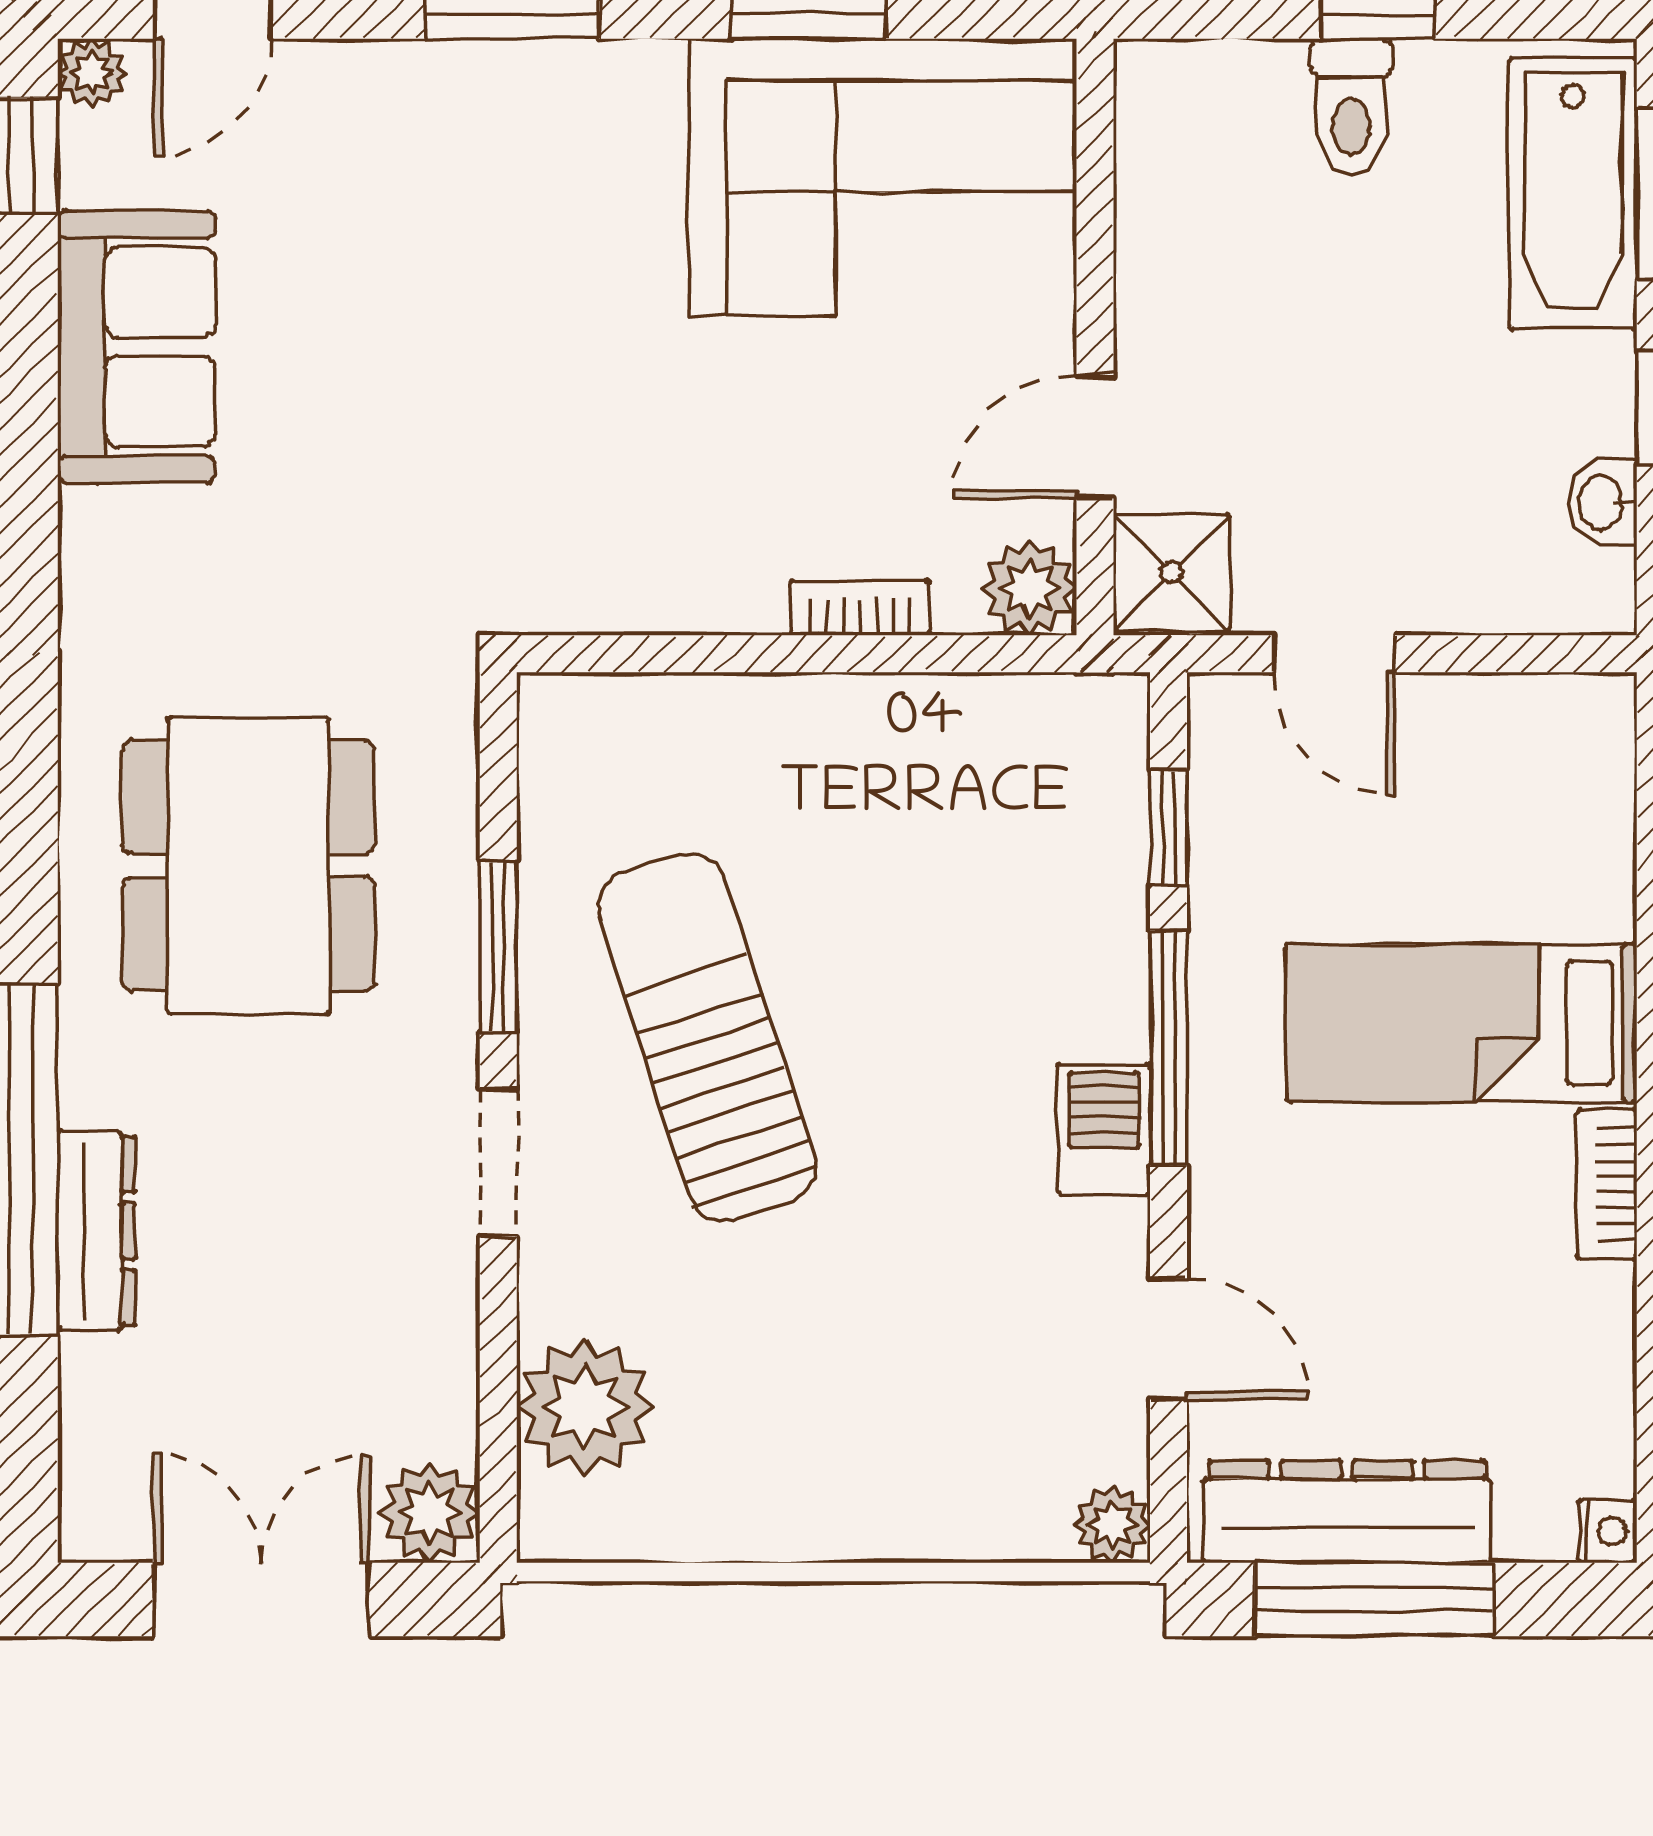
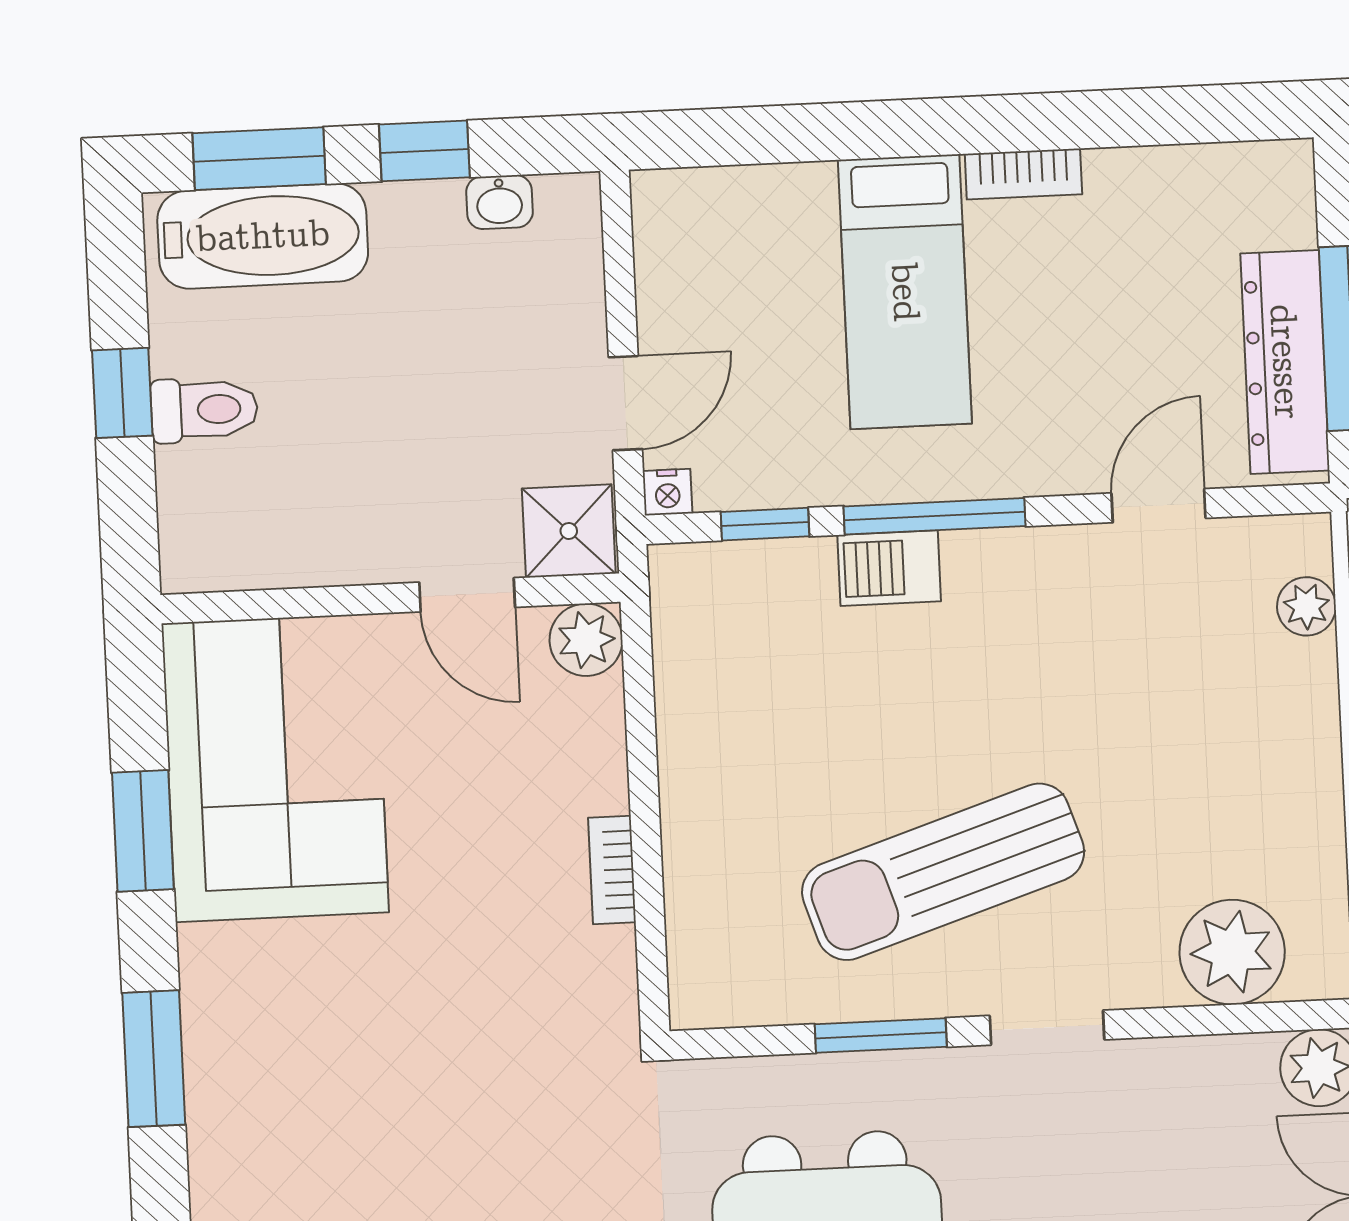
bookcase: (860, 608) -> (612, 870), moved
barbecue: (1104, 1129) -> (889, 568), moved
plant: (1112, 1525) -> (1306, 606), moved
nightstand: (1608, 1531) -> (668, 492), moved, turned 180

